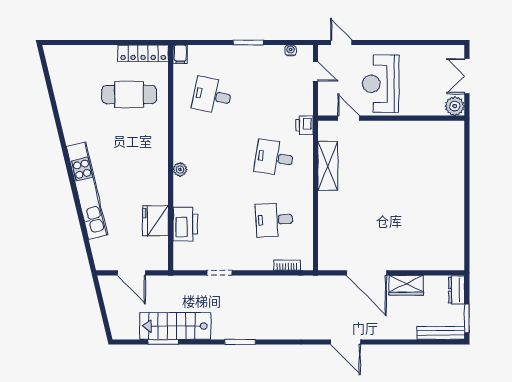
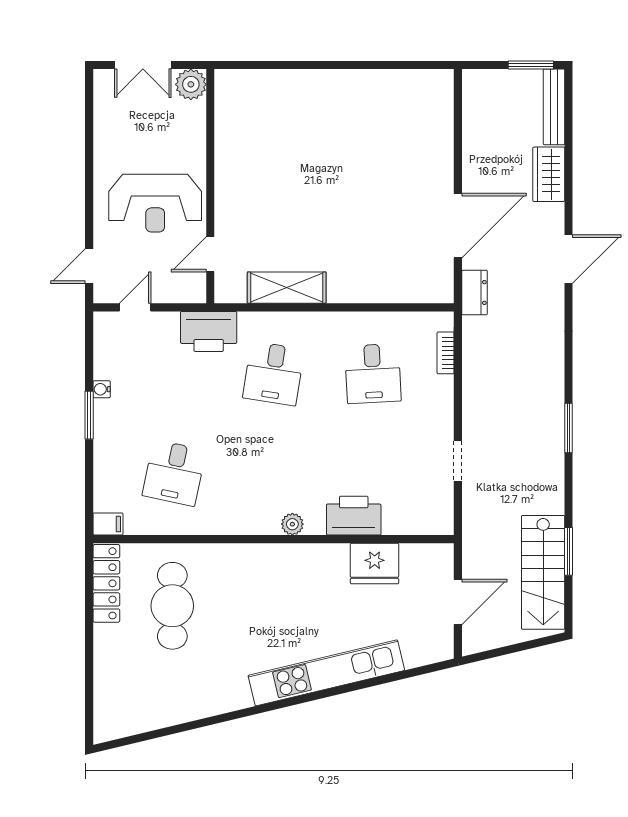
water cooler: (291, 50) -> (102, 389), moved
printer: (305, 125) -> (209, 331), width x1.87, depth x1.48
printer: (185, 224) -> (354, 516), moved
wardrobe: (406, 285) -> (549, 174), moved, turned 180
dresser: (457, 290) -> (474, 292), moved, turned -90
stairs: (175, 326) -> (543, 572), moved

